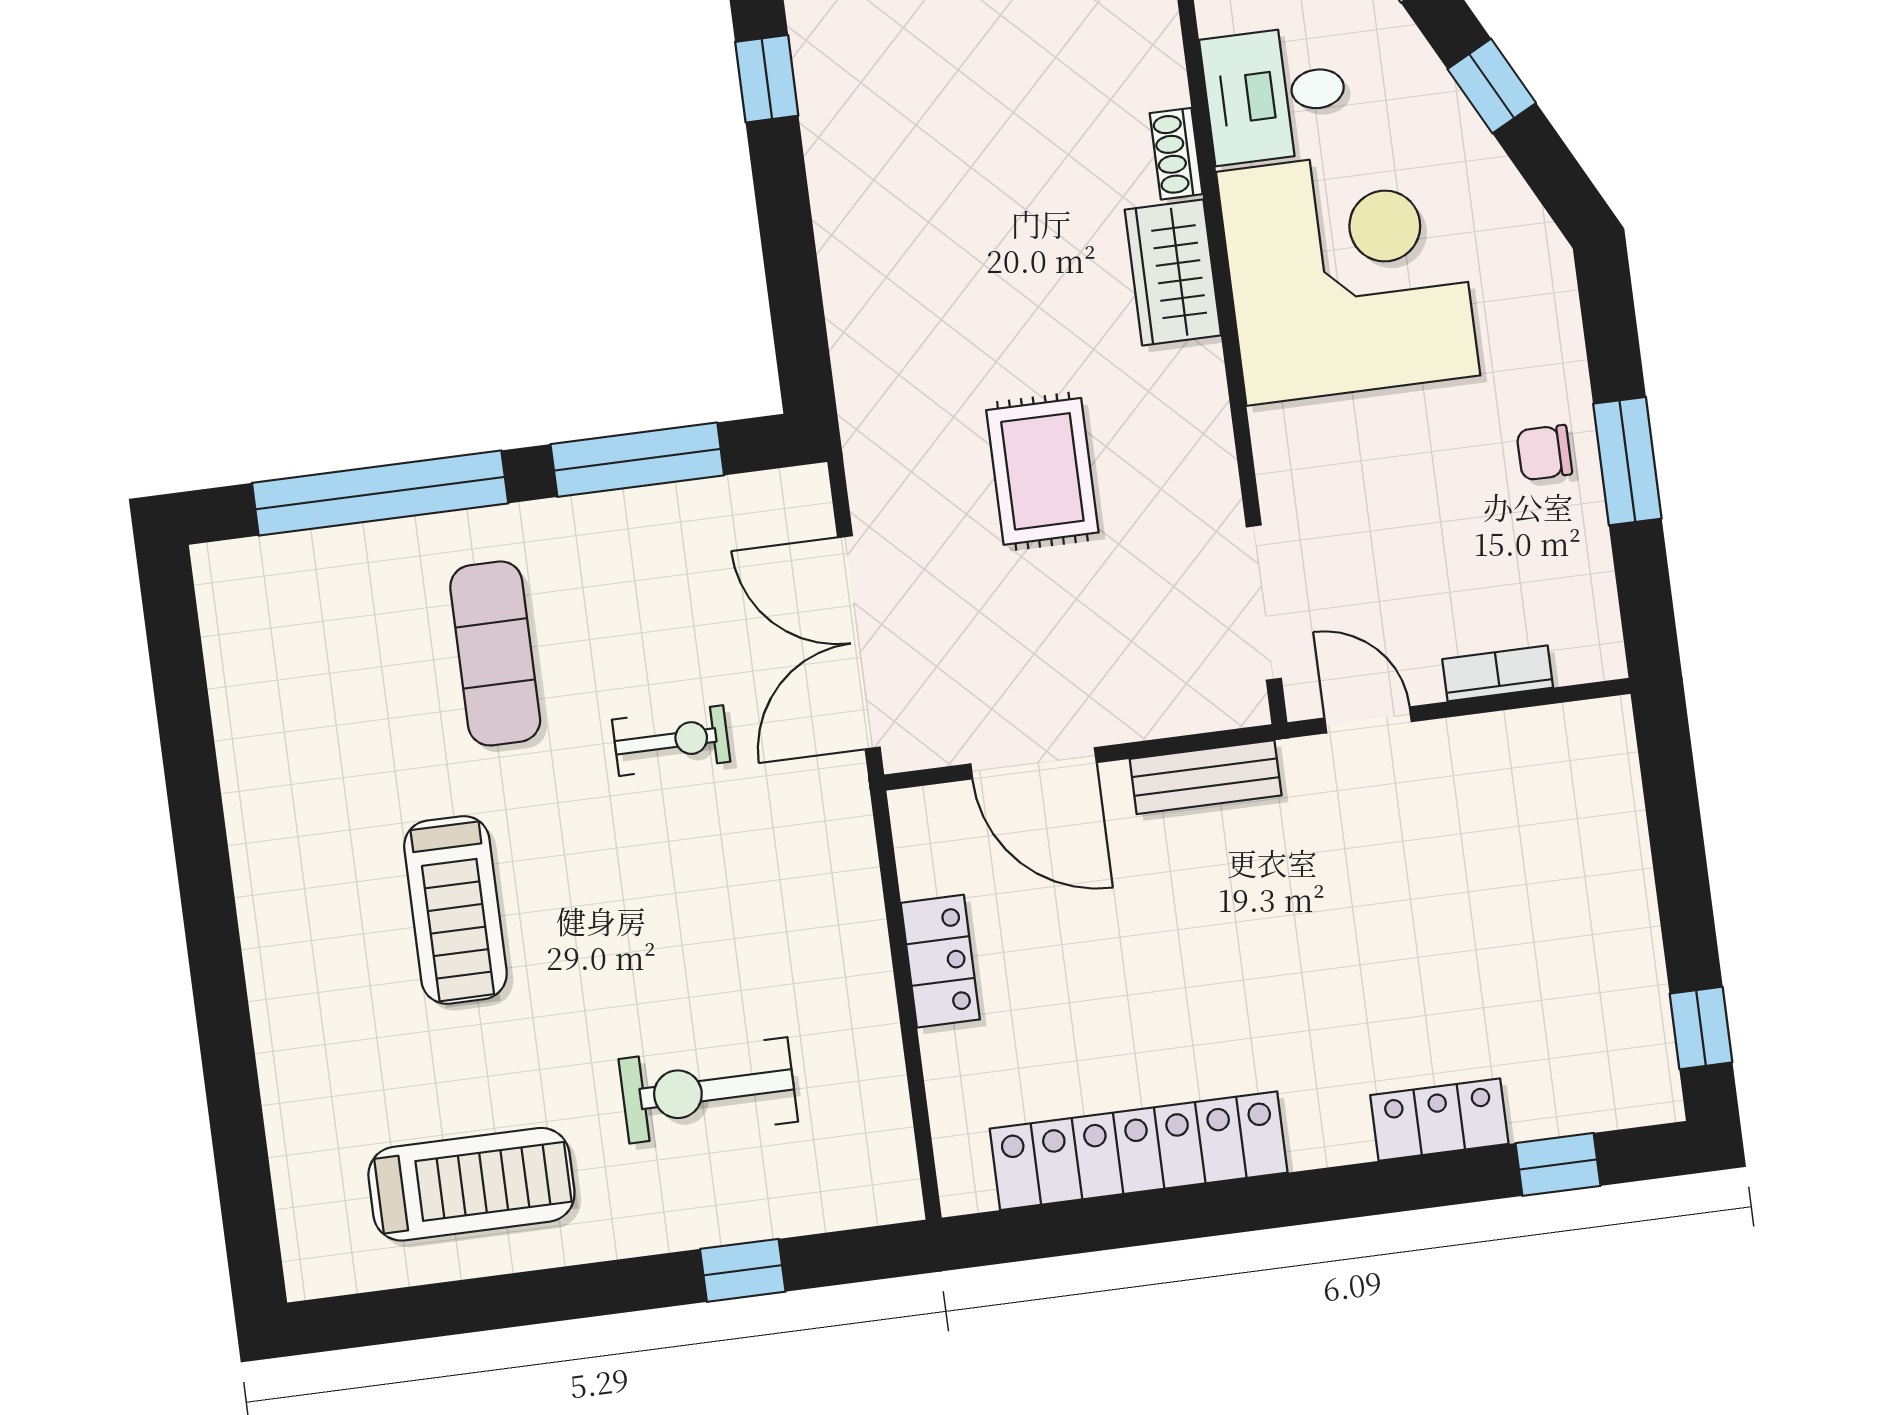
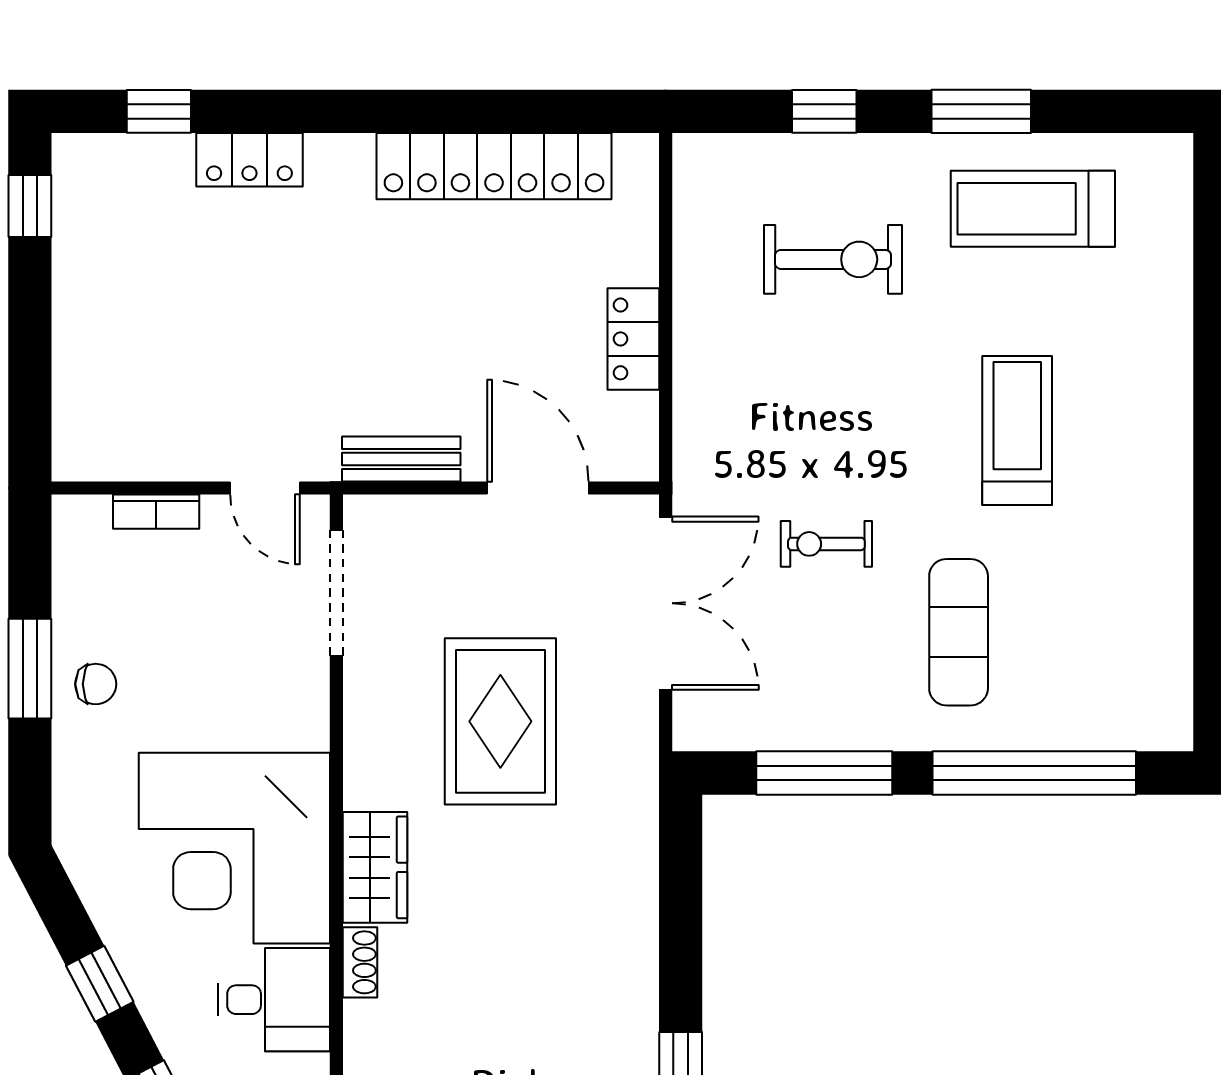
rug: (1042, 471) -> (500, 721), width x1.36, depth x1.43
window: (550, 1295) -> (981, 111), added

